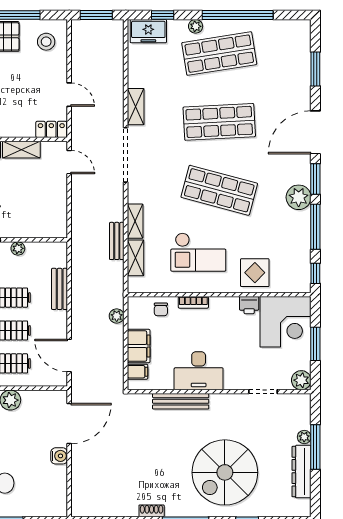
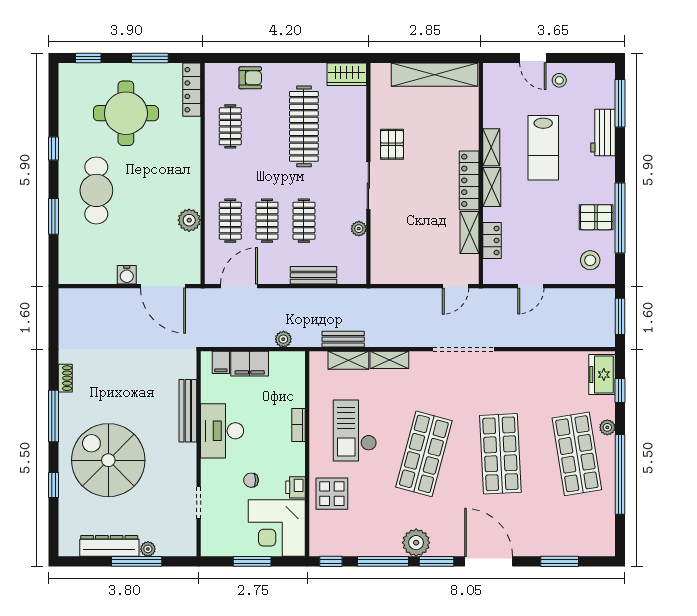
shelving: (136, 107) -> (517, 360), removed
locker: (51, 129) -> (492, 240), moved
bench: (117, 241) -> (343, 339), moved
chair: (161, 309) -> (251, 480), moved
plant: (301, 380) -> (211, 546), removed

